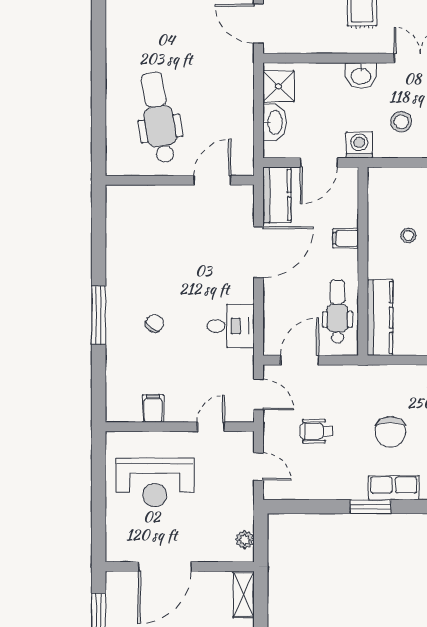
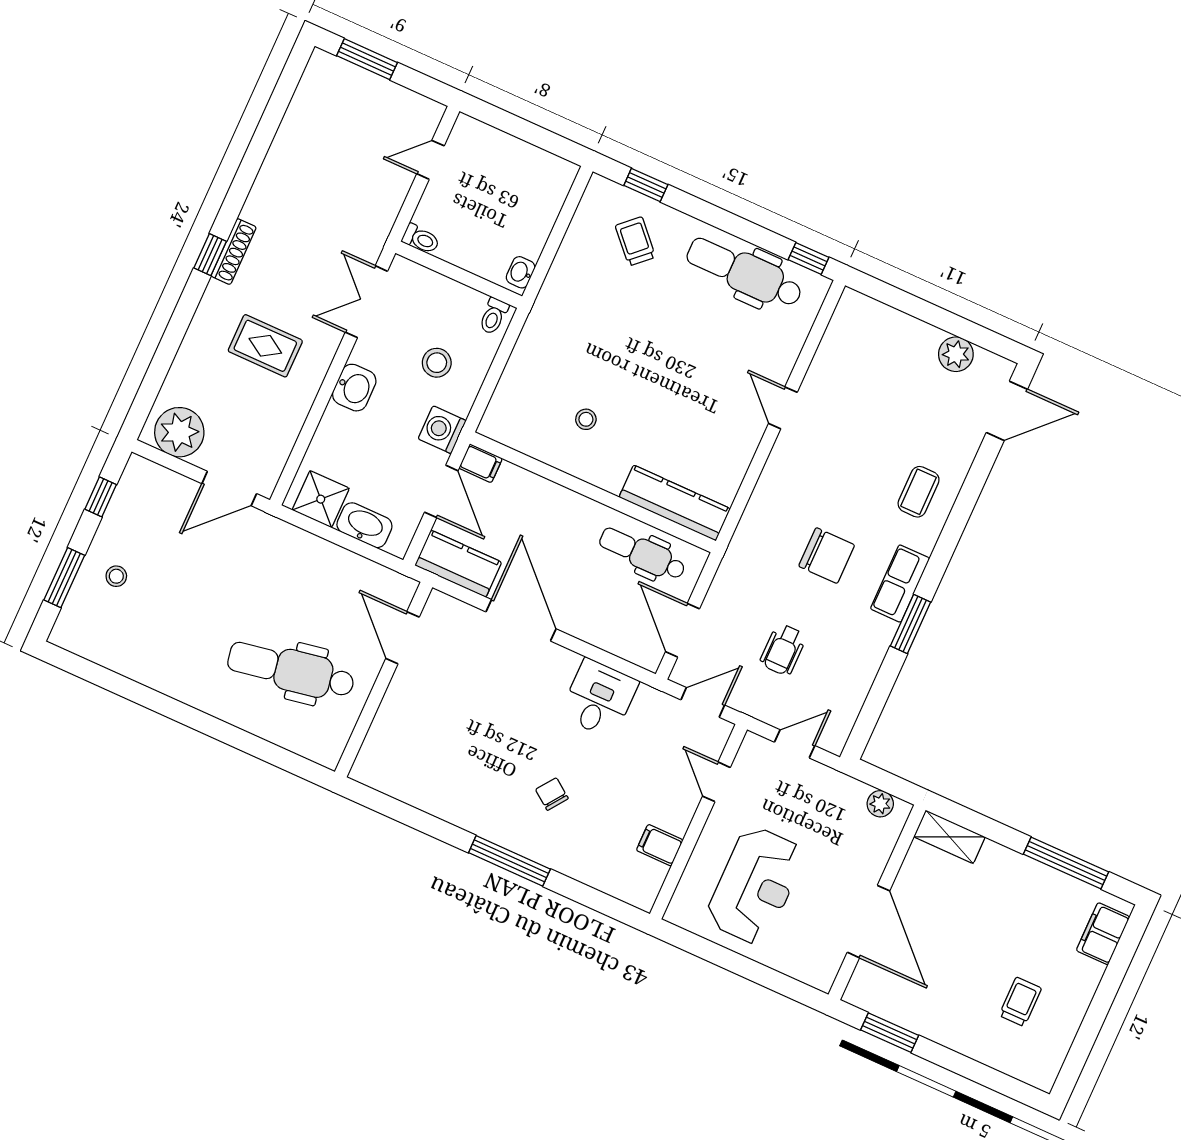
filing cabinet: (346, 238) -> (481, 463), moved, turned -90

